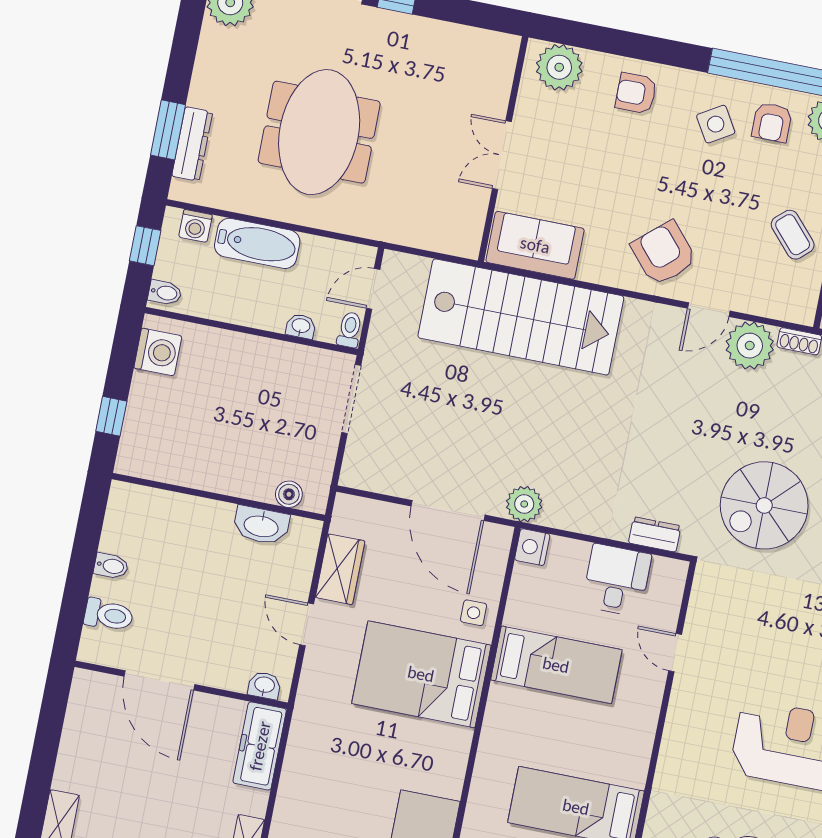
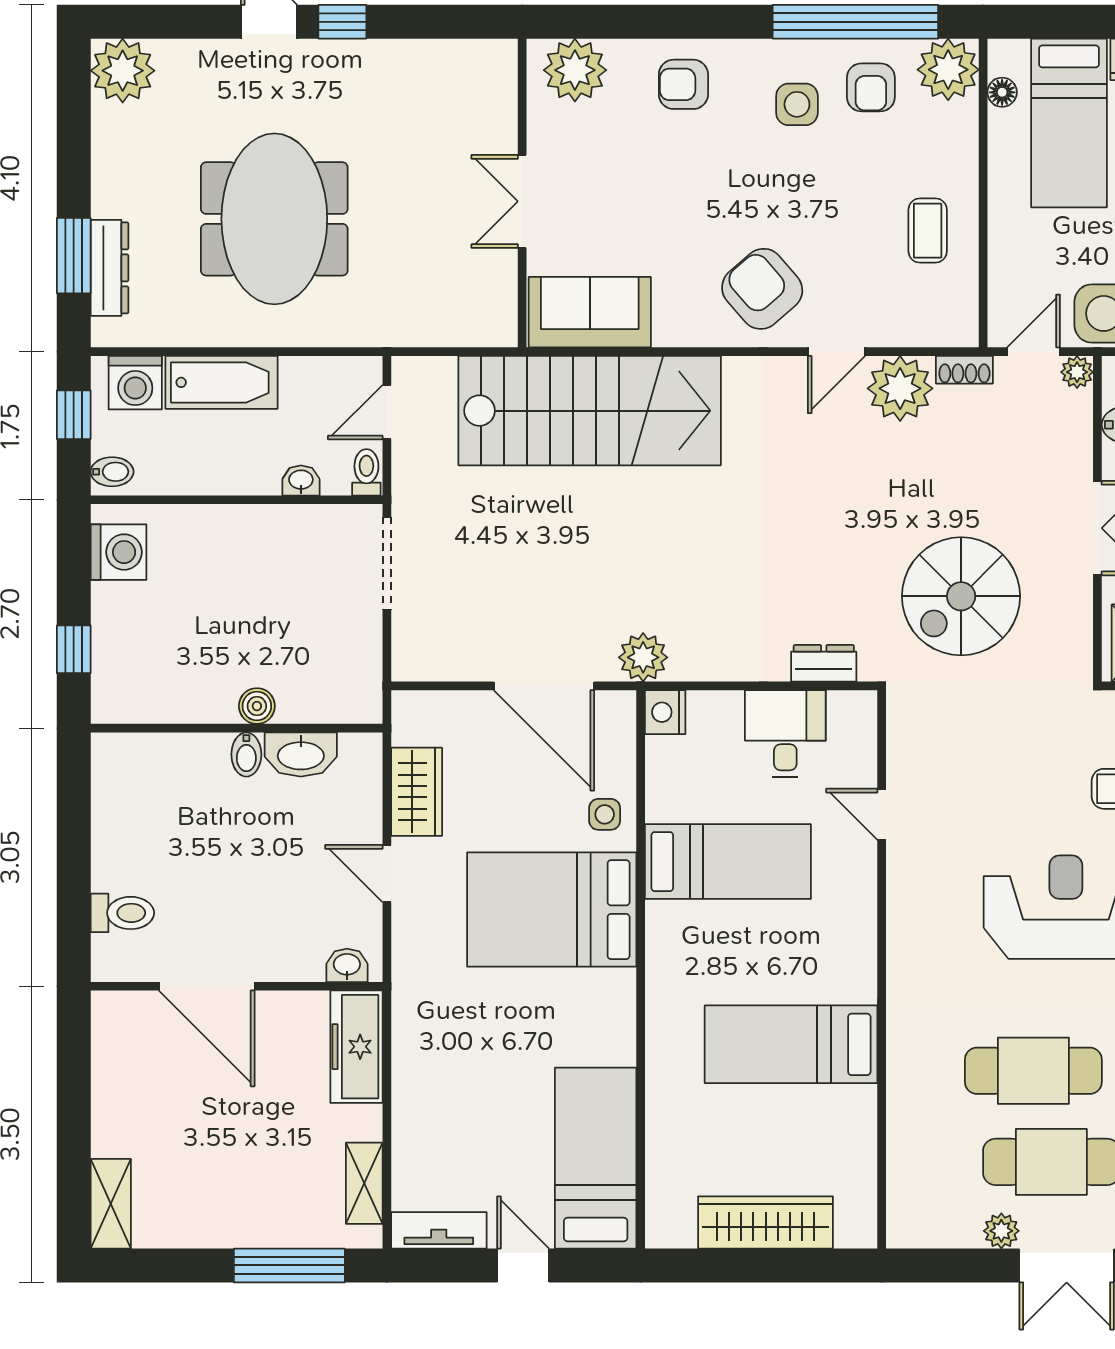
side table: (716, 124) -> (797, 104), turned 31
washing machine: (195, 226) -> (135, 383), width x1.38, depth x1.38
coffee table: (793, 235) -> (928, 231), turned 42
boiler: (289, 494) -> (257, 706), moved
bidet: (111, 566) -> (246, 754), moved, turned 90

